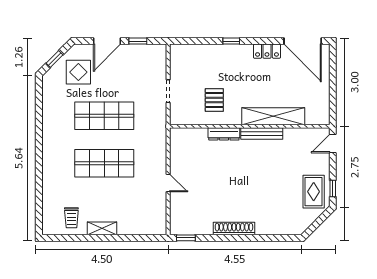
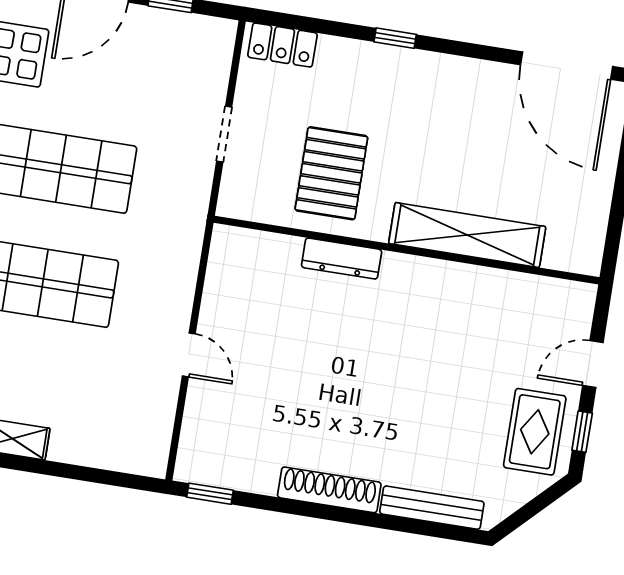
locker: (267, 51) -> (282, 45), moved
pallet: (214, 100) -> (331, 173), width x1.50, depth x1.42
bench: (262, 134) -> (432, 508), moved
door: (333, 144) -> (593, 364), moved

